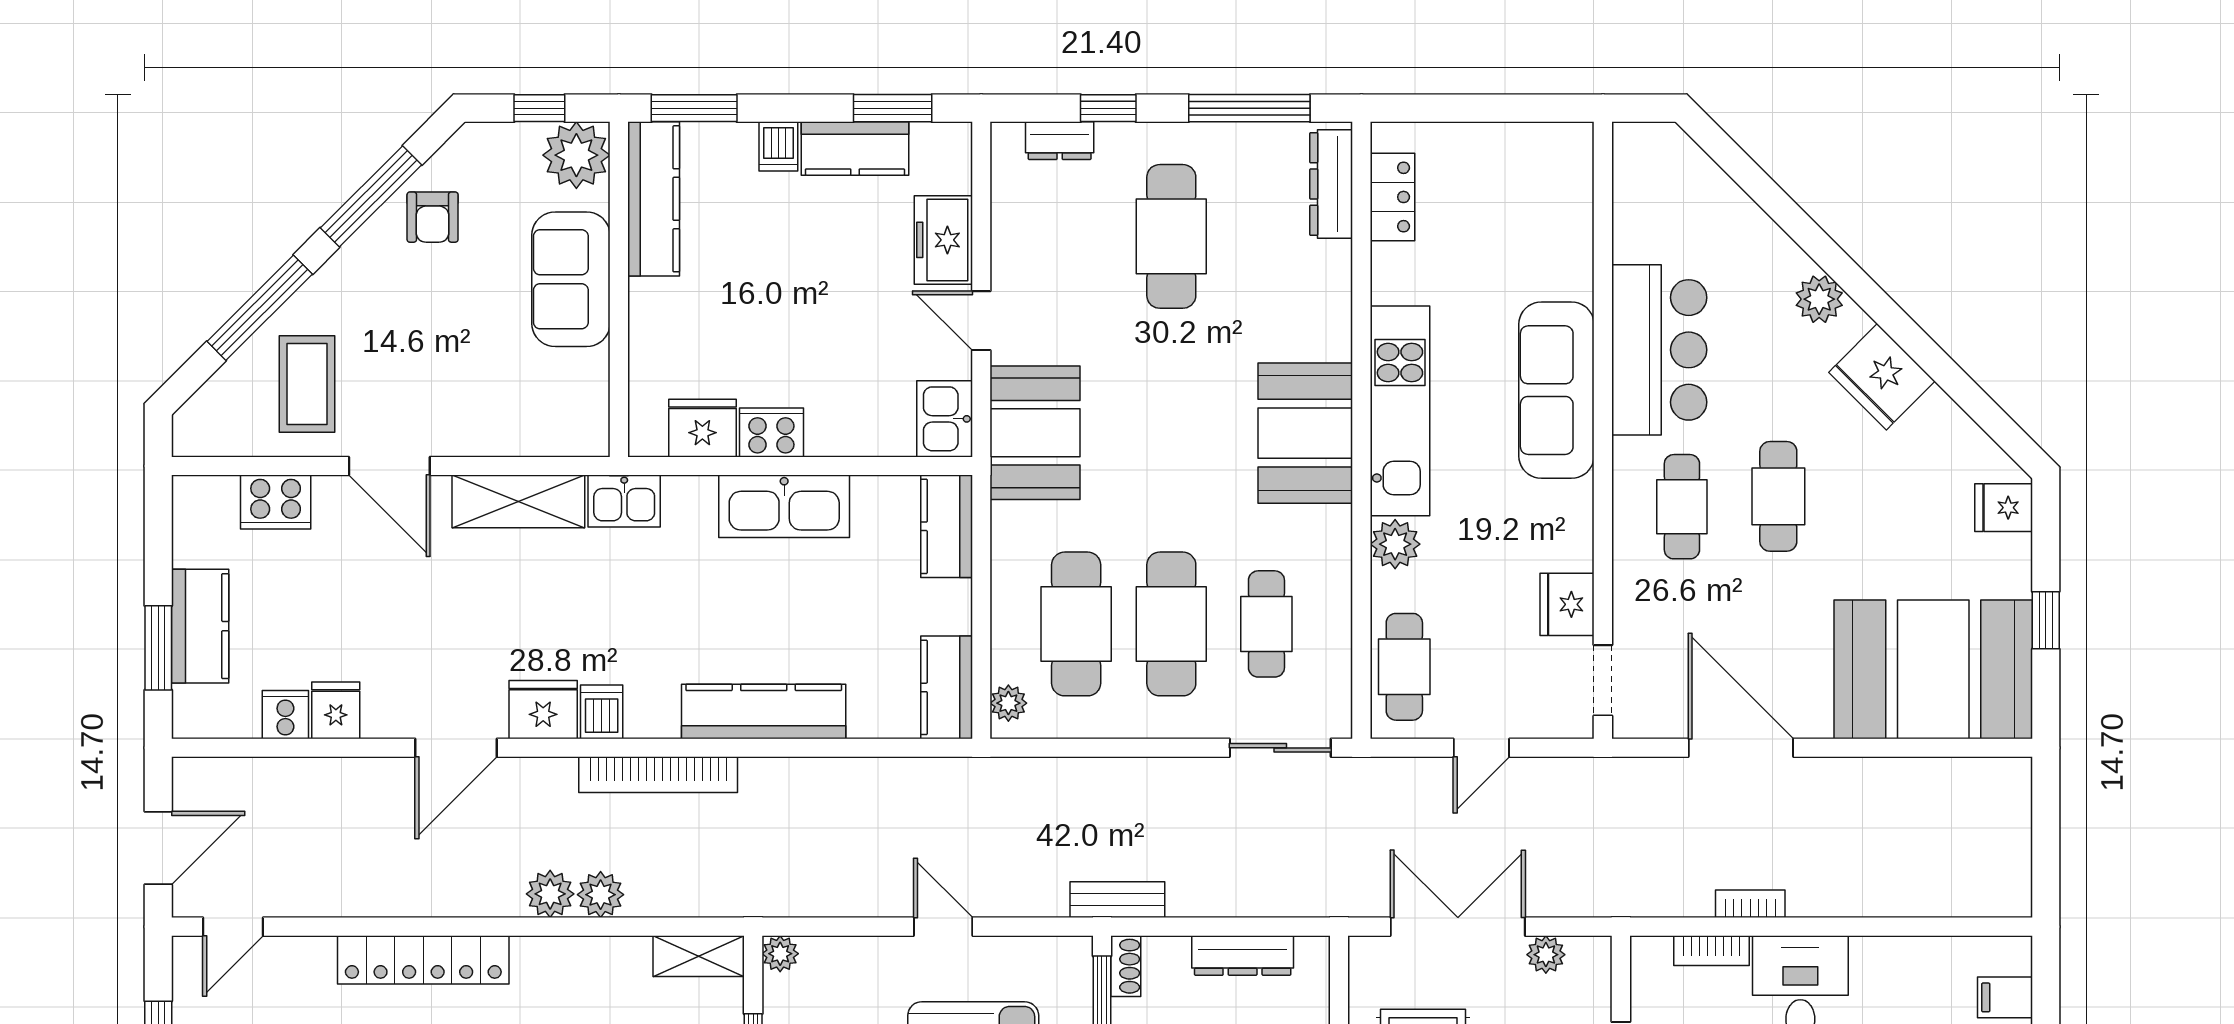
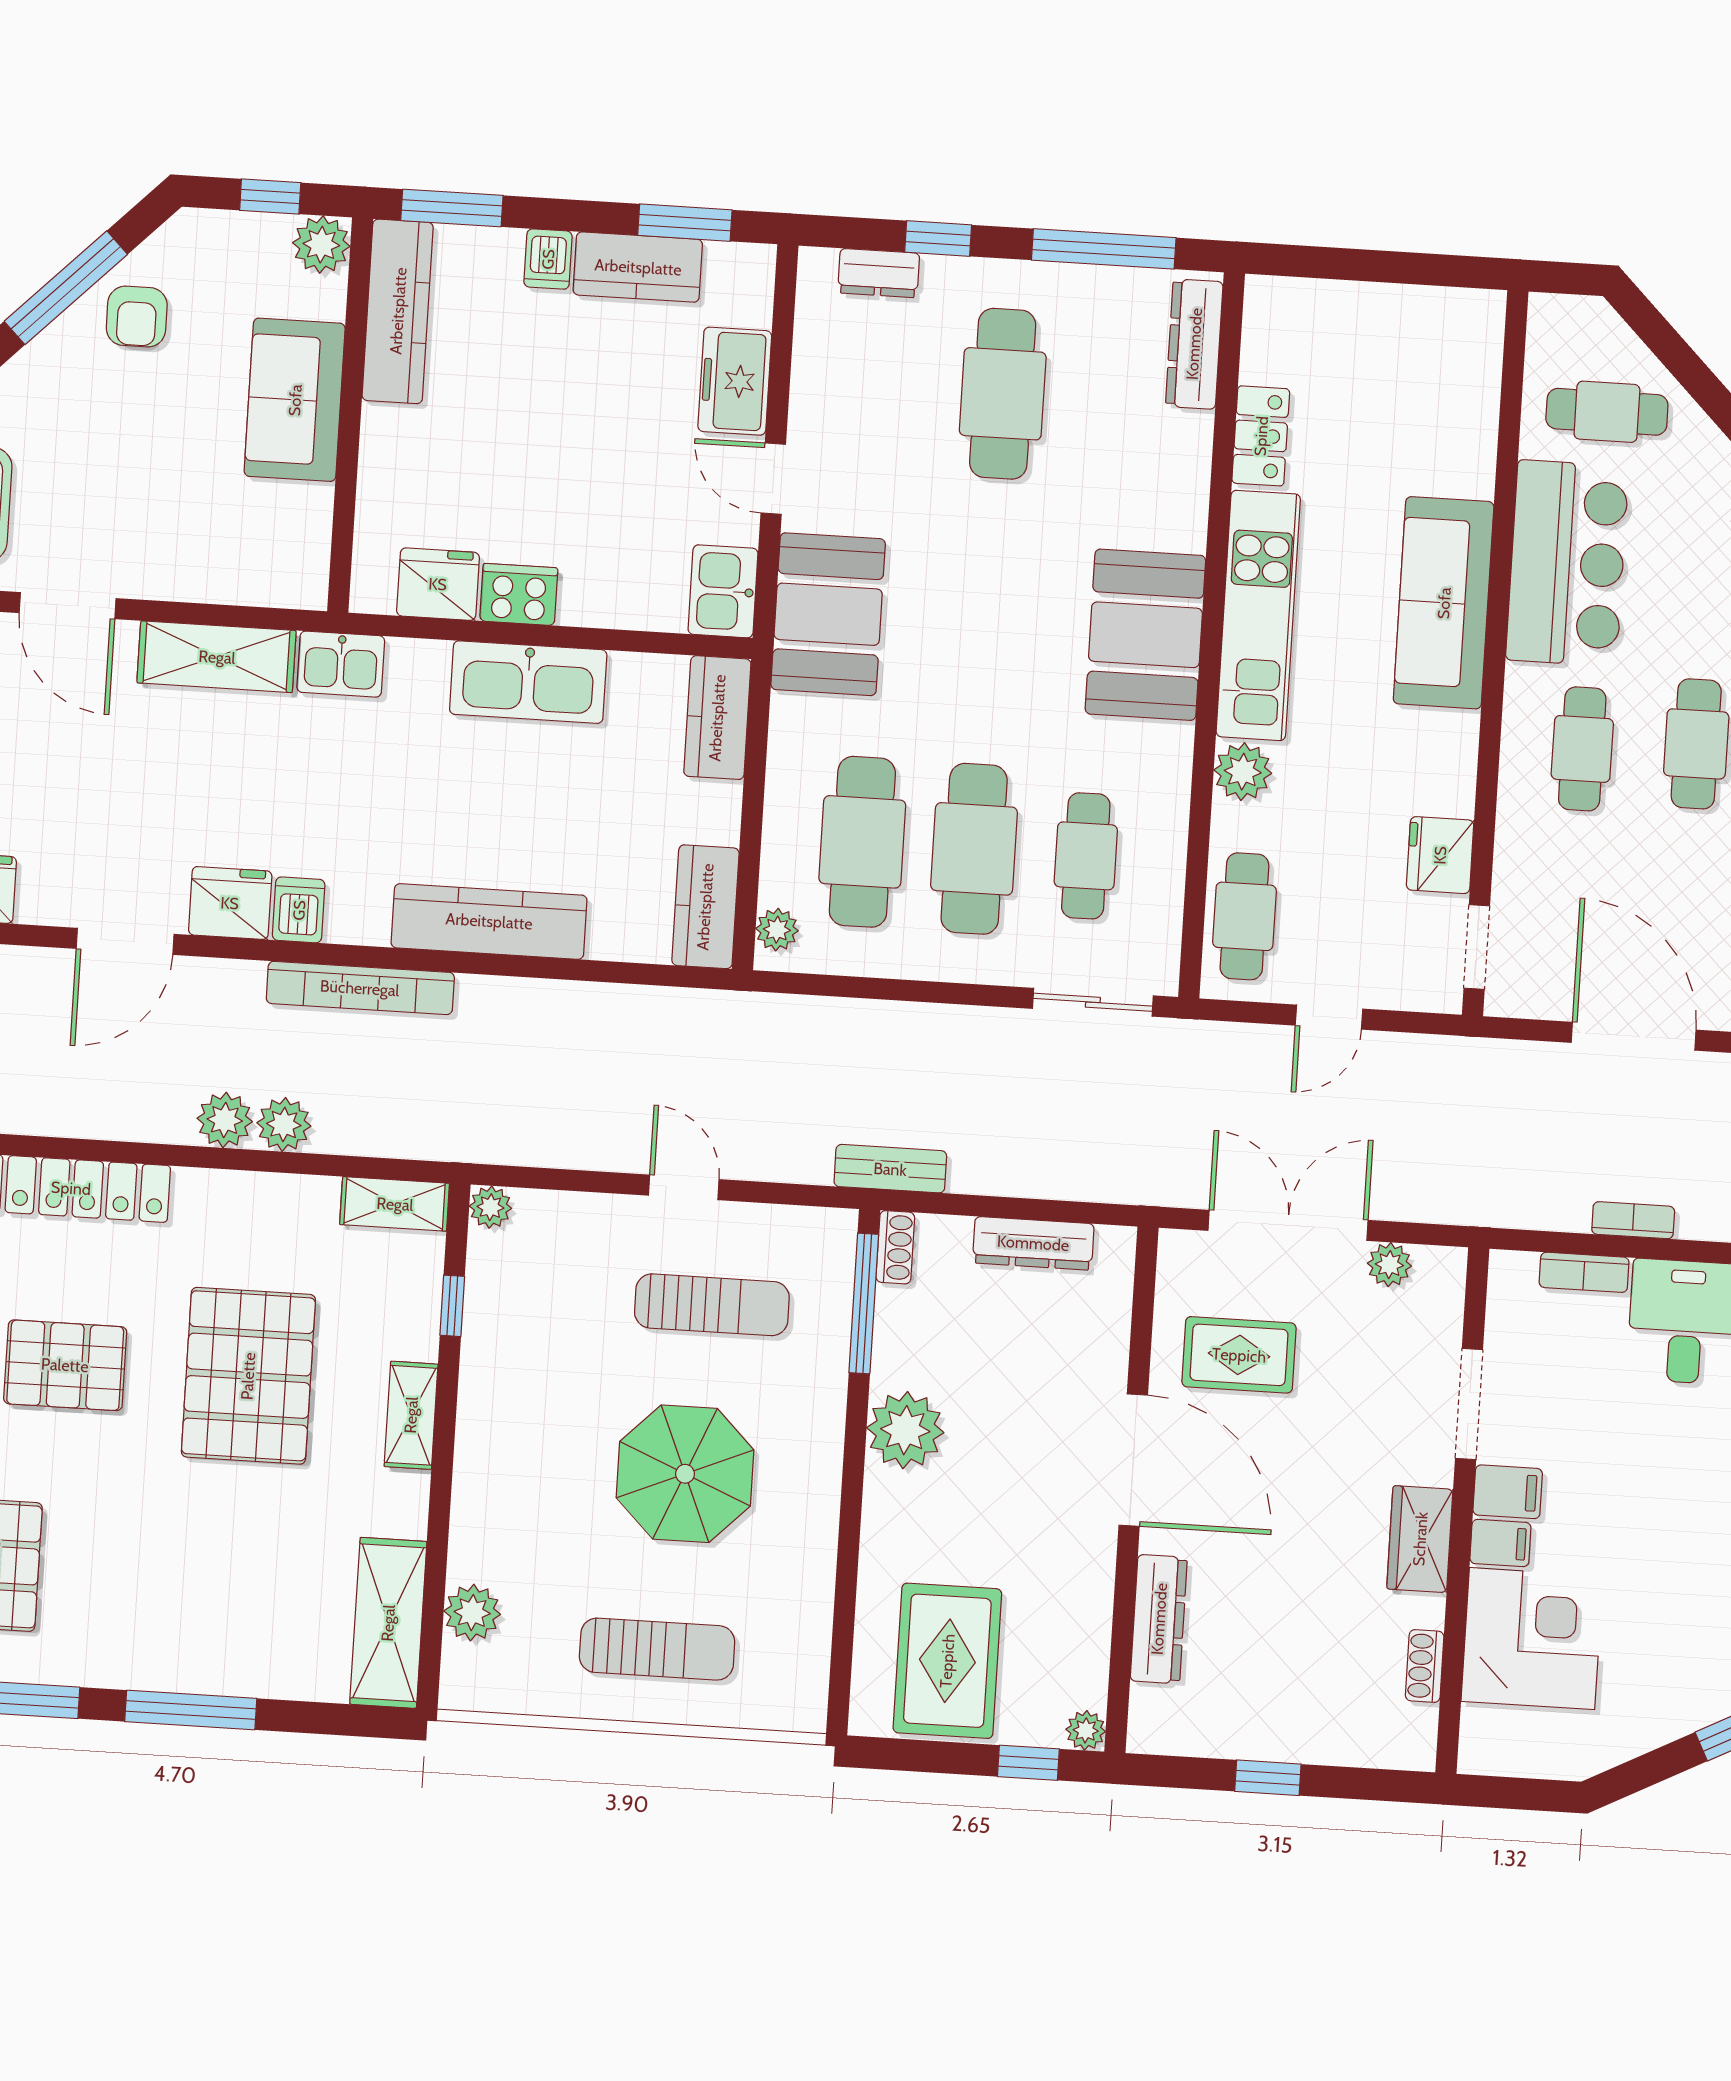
plant: (576, 155) -> (321, 245), width x0.73, depth x0.73
locker: (1392, 197) -> (1261, 436), moved
cafe table: (1685, 219) -> (1607, 412), added

